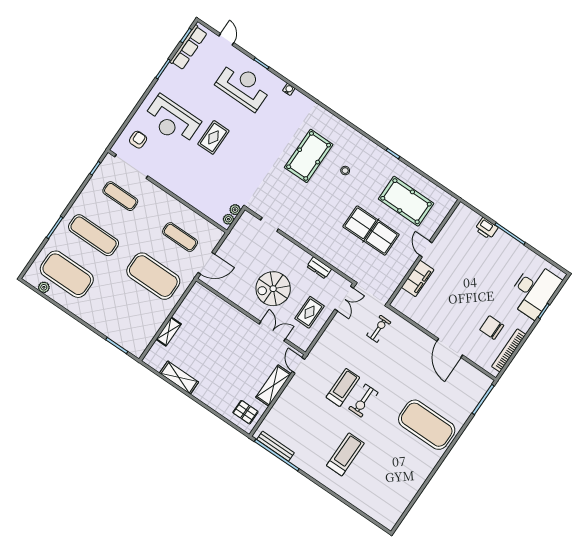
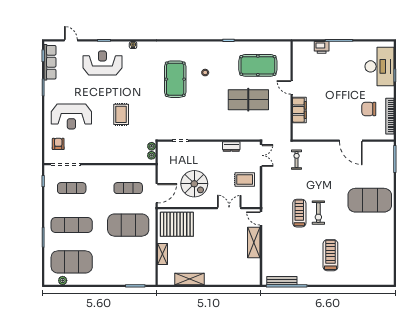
rug: (213, 137) -> (121, 114), moved
spiral stairs: (273, 289) -> (194, 184), moved, turned -90
rug: (310, 312) -> (245, 179), turned 90
pallet: (245, 412) -> (177, 224), moved, width x2.05, depth x2.00

